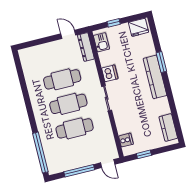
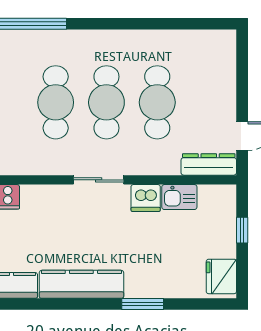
kitchen sink: (101, 42) -> (179, 197), moved
kitchen counter: (155, 77) -> (81, 284), moved

